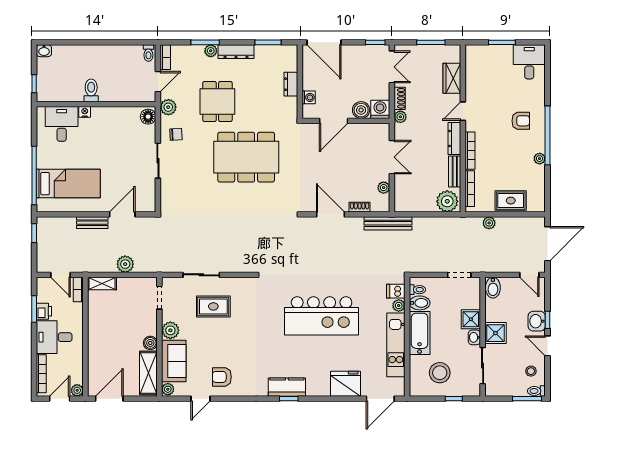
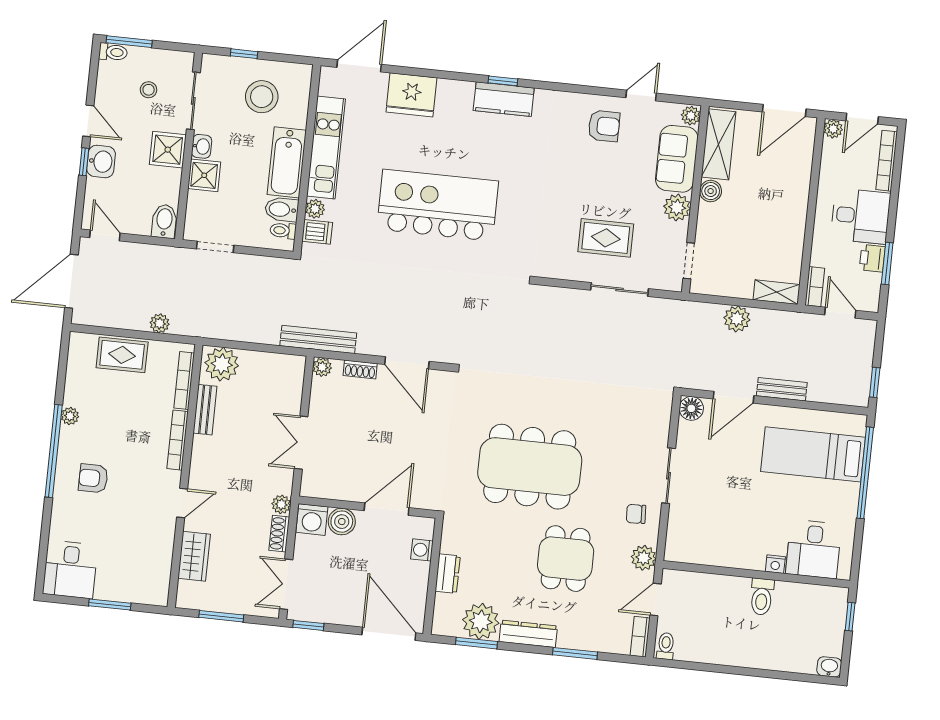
plant: (211, 51) -> (481, 621), moved, width x1.88, depth x1.88
floor lamp: (148, 117) -> (691, 408), moved
dresser: (454, 138) -> (200, 462), removed
plant: (384, 188) -> (322, 367), moved
stool: (531, 371) -> (149, 90), moved

